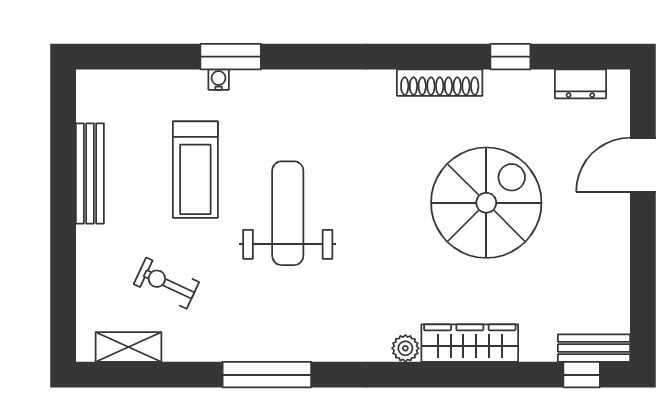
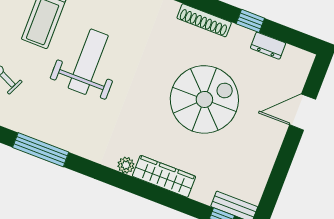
dresser: (580, 84) -> (268, 46), moved

